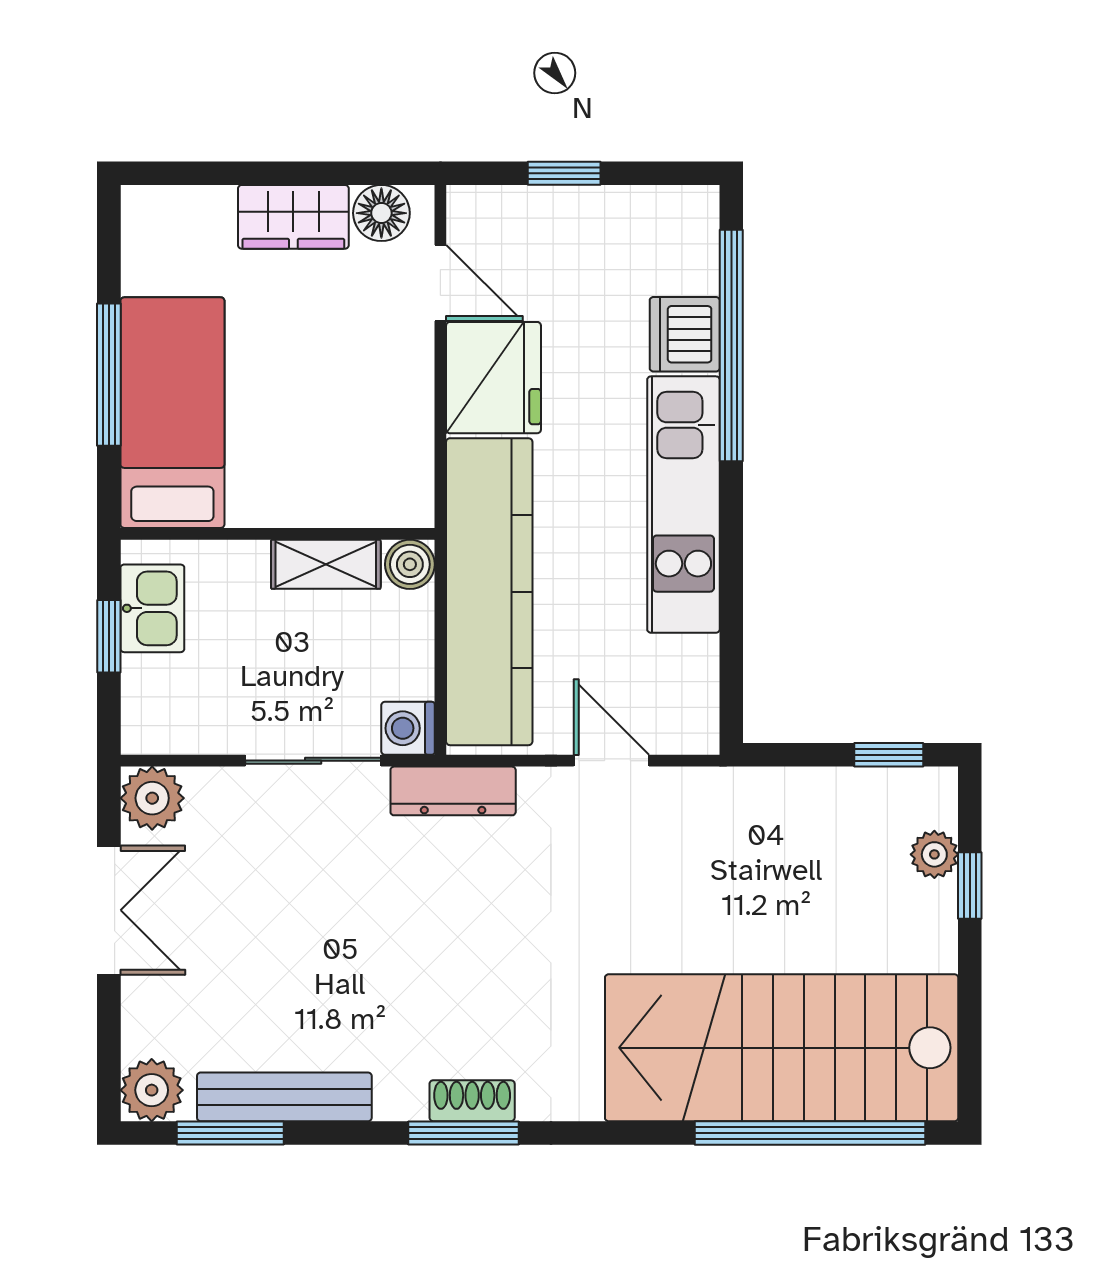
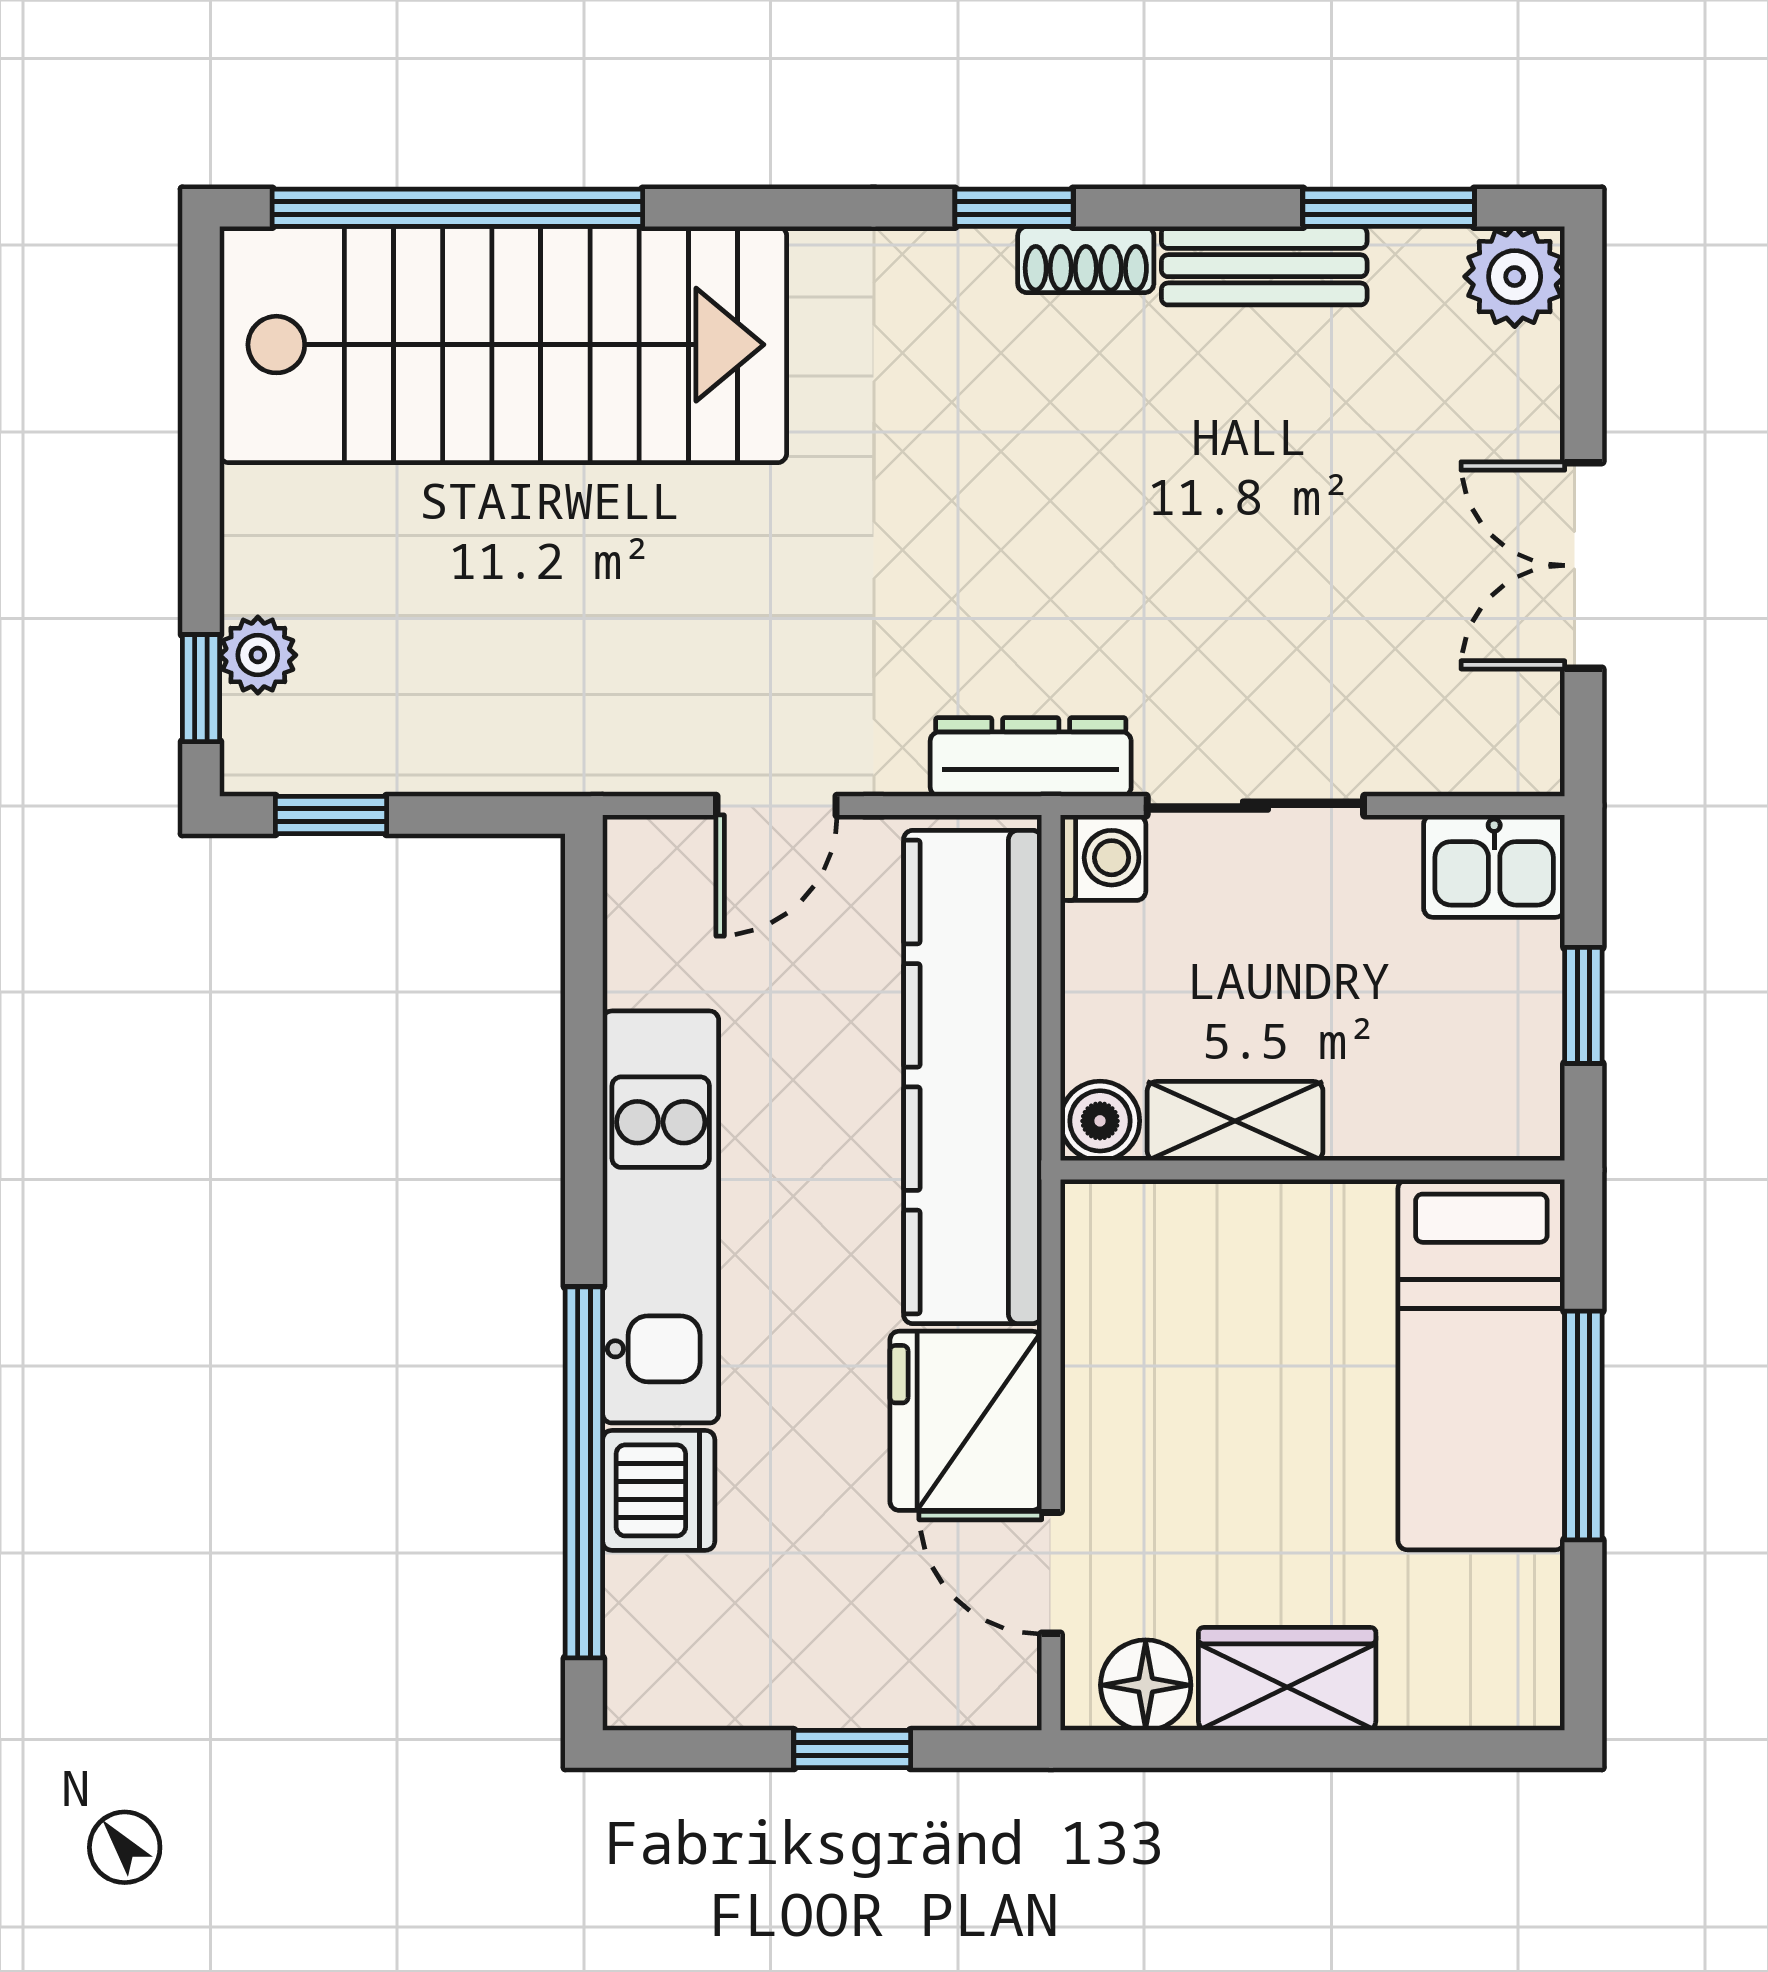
kitchen sink: (152, 608) -> (1494, 866), moved, turned -90
door: (611, 761) -> (777, 806), hinge flipped
plant: (152, 798) -> (1514, 745), removed
window: (970, 886) -> (201, 688), moved
bench: (284, 1097) -> (1264, 266), width x0.73
shoe rack: (472, 1101) -> (1086, 260), moved
window: (463, 1133) -> (1014, 208), width x0.67

